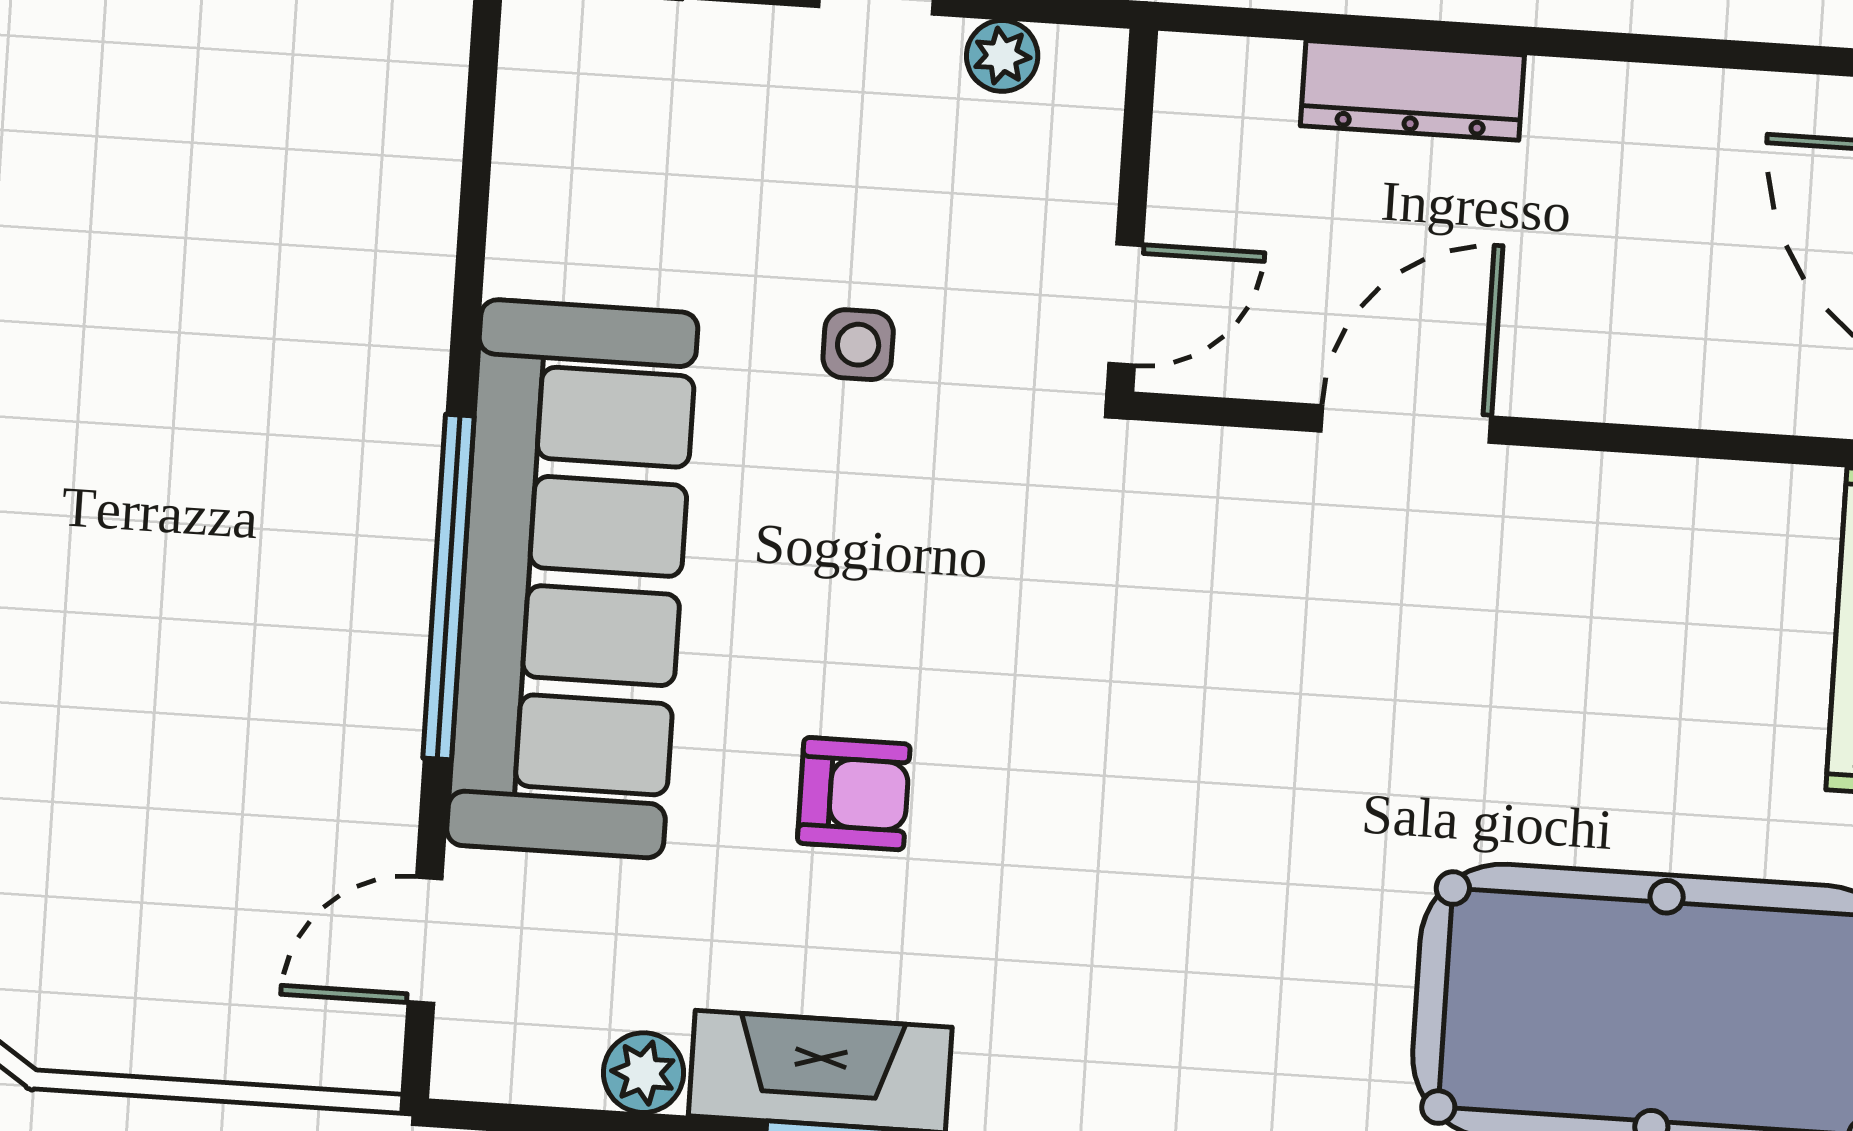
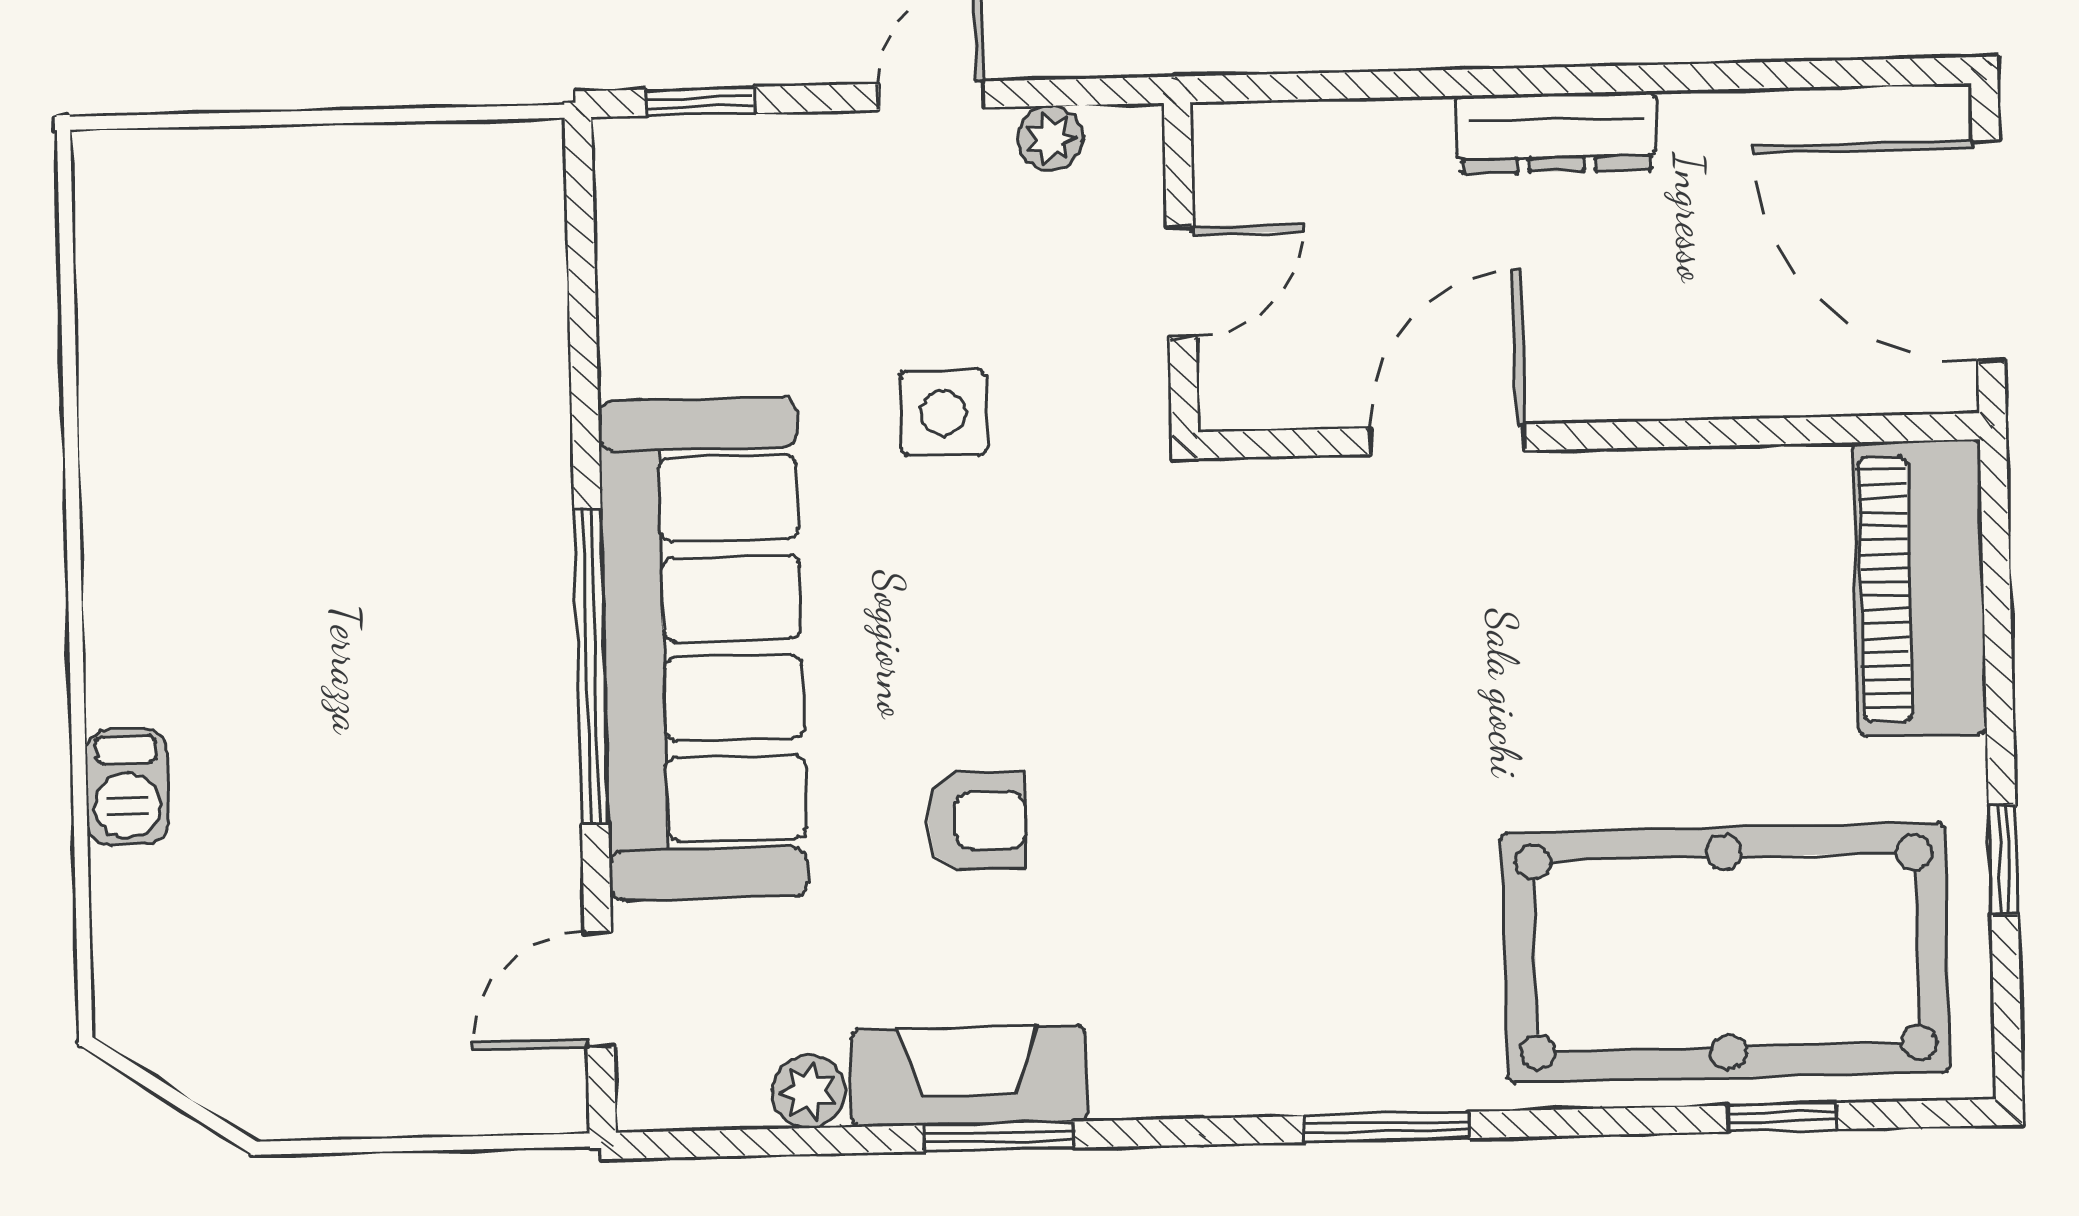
dresser: (1412, 90) -> (1556, 132), moved
door: (1126, 304) -> (1181, 282), moved
side table: (858, 345) -> (943, 412), width x1.37, depth x1.37

